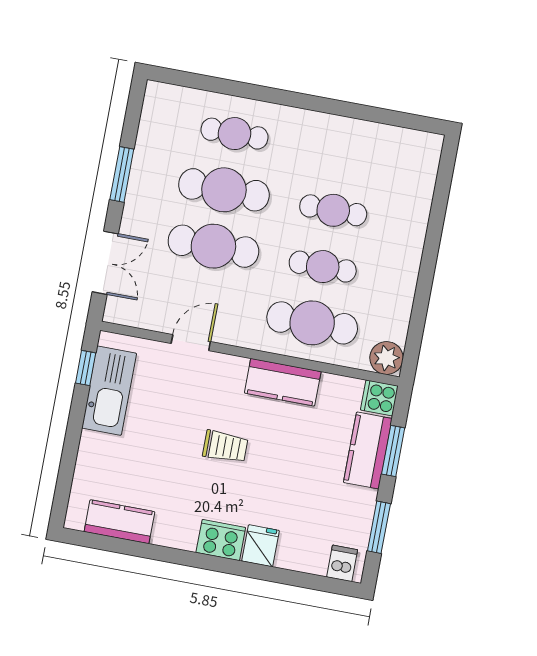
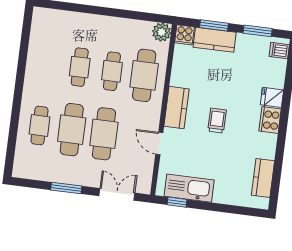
kitchen counter: (283, 382) -> (176, 108), moved

